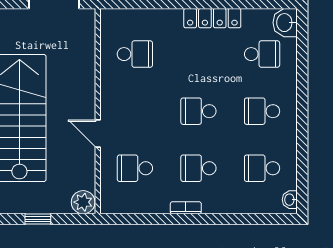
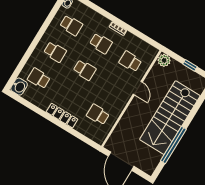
locker: (212, 18) -> (62, 116), moved
school desk: (135, 168) -> (130, 61), turned 180

